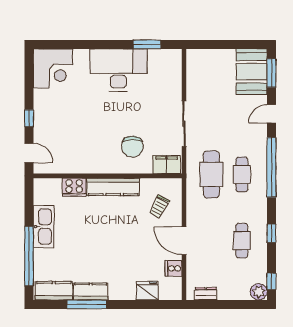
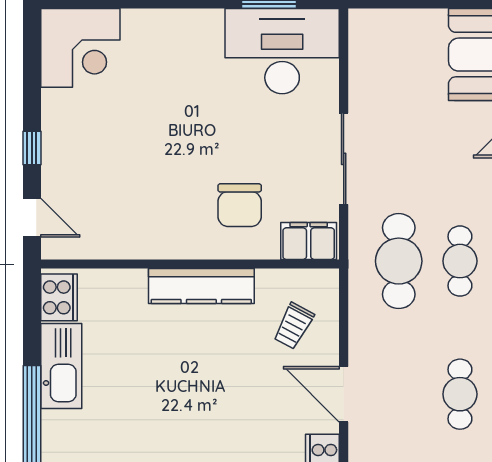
desk: (118, 70) -> (282, 51), moved
cooker: (74, 187) -> (59, 297), moved, turned -90

